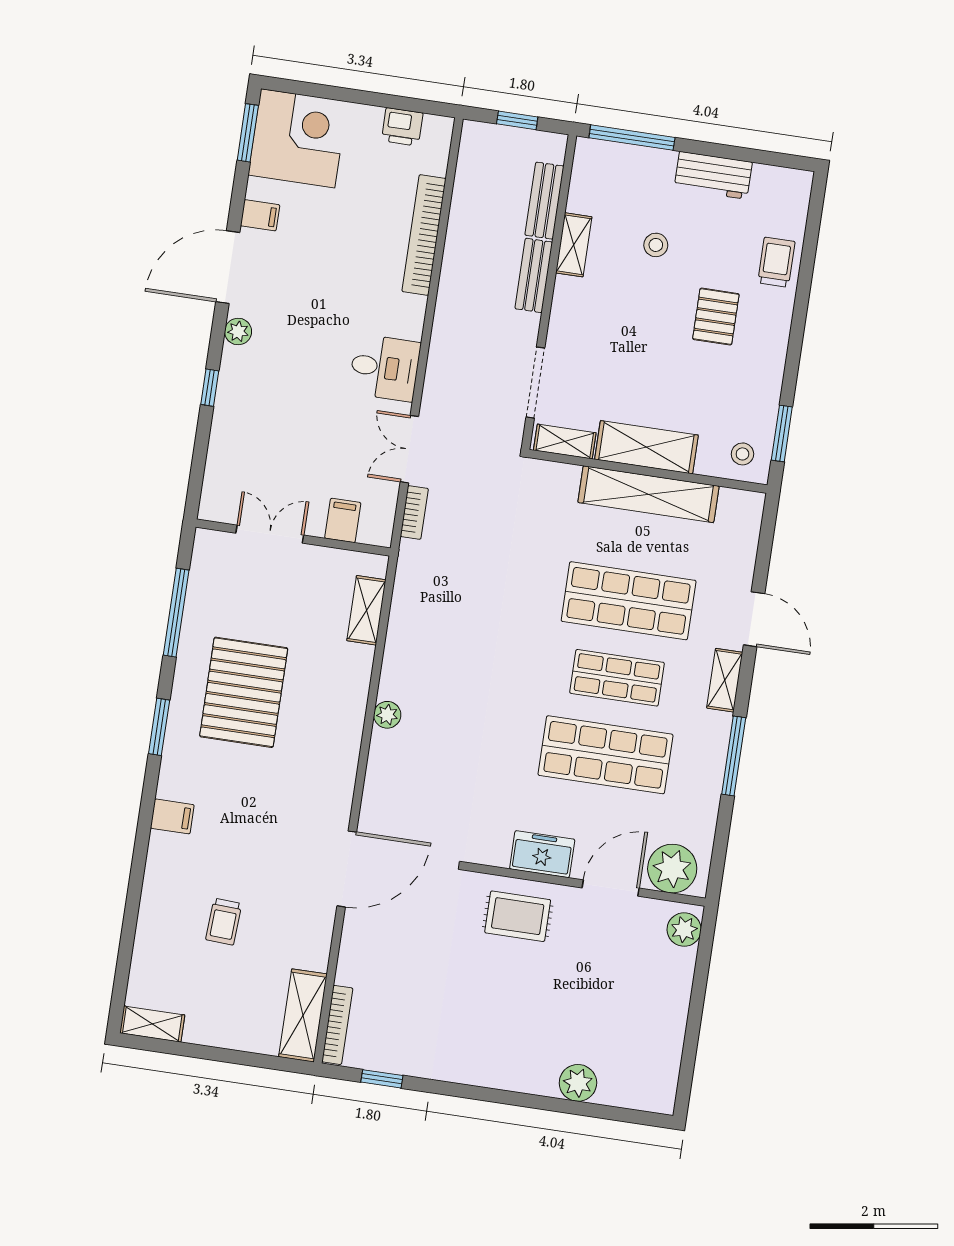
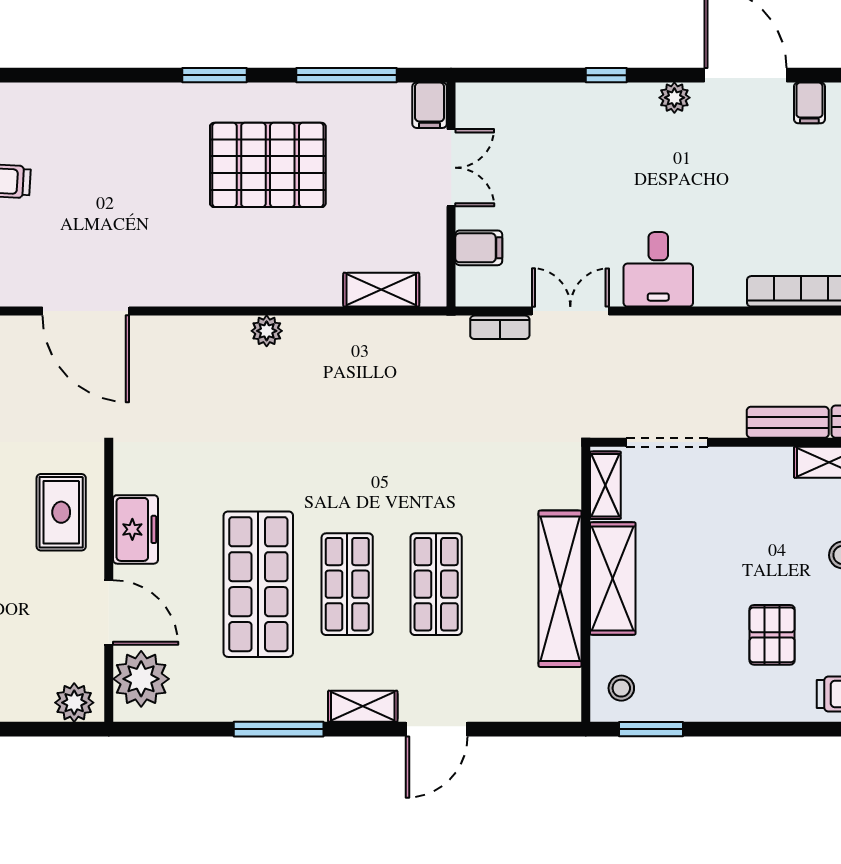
pallet: (716, 317) -> (772, 635), turned 90
shop shelf: (629, 601) -> (436, 584), width x0.70, depth x0.74
filing cabinet: (172, 816) -> (430, 105), moved

